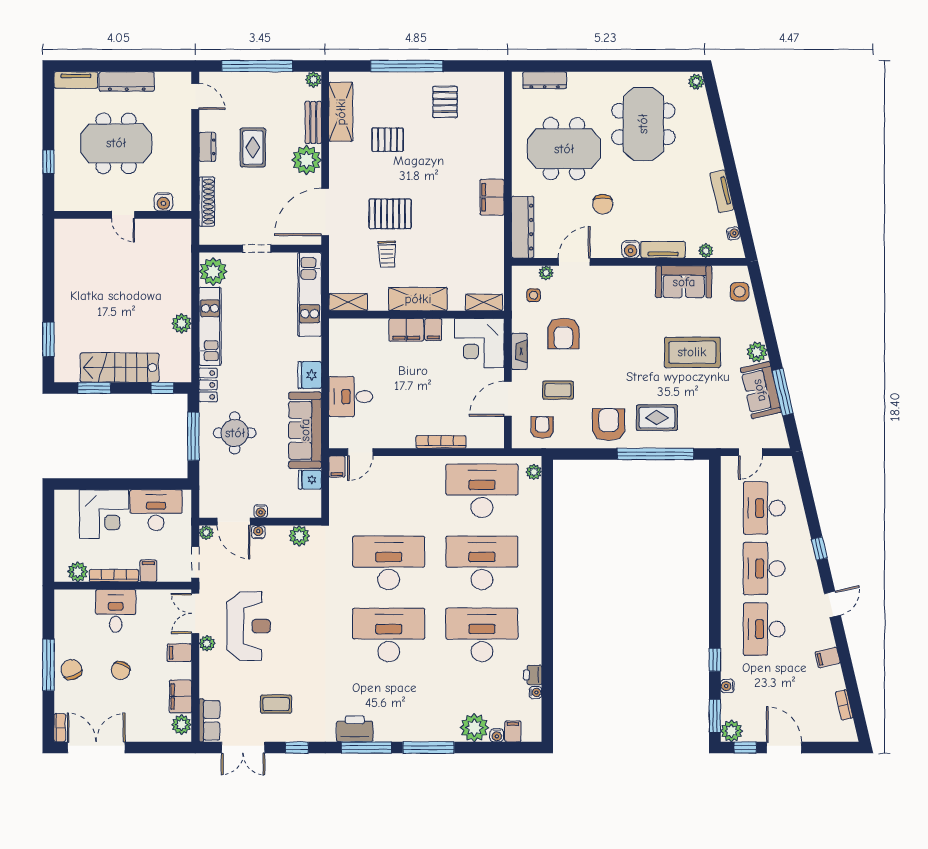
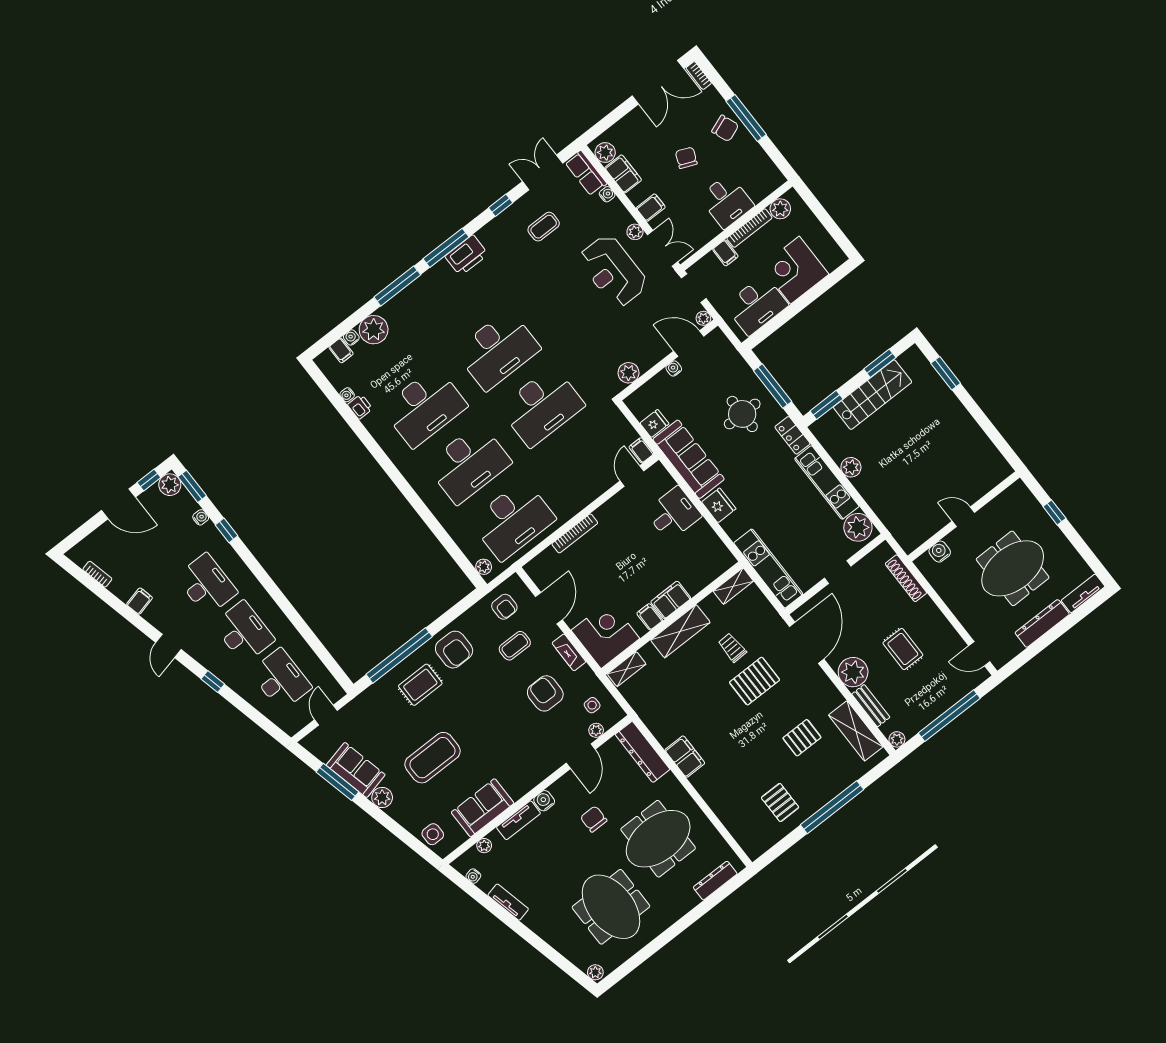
dresser: (207, 147) -> (939, 622), removed
window: (162, 388) -> (826, 405), width x1.50
water cooler: (258, 532) -> (607, 194), moved, turned -90

